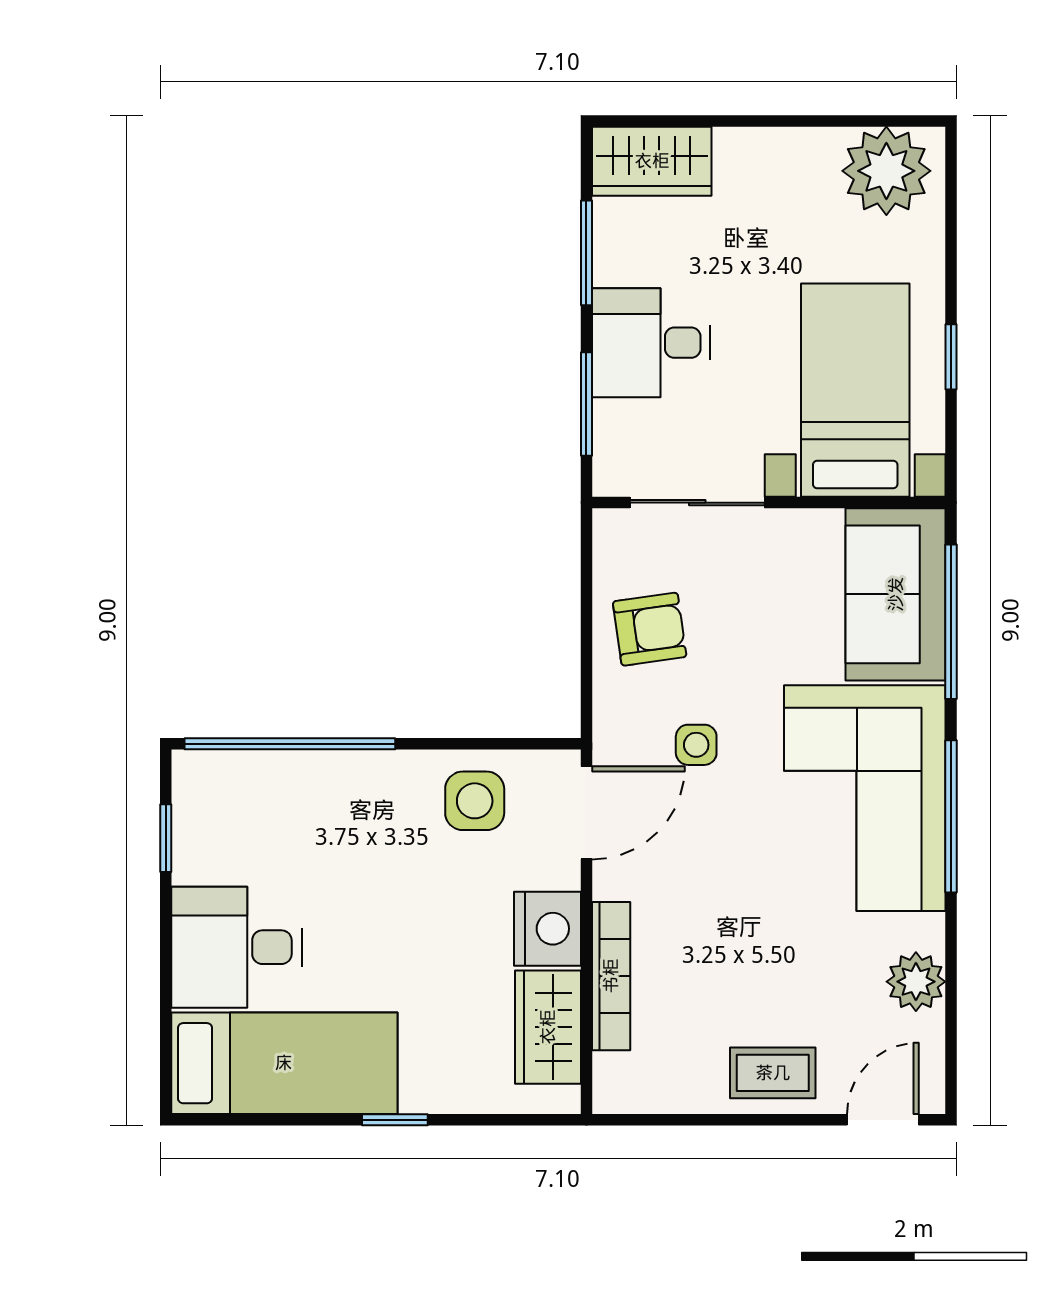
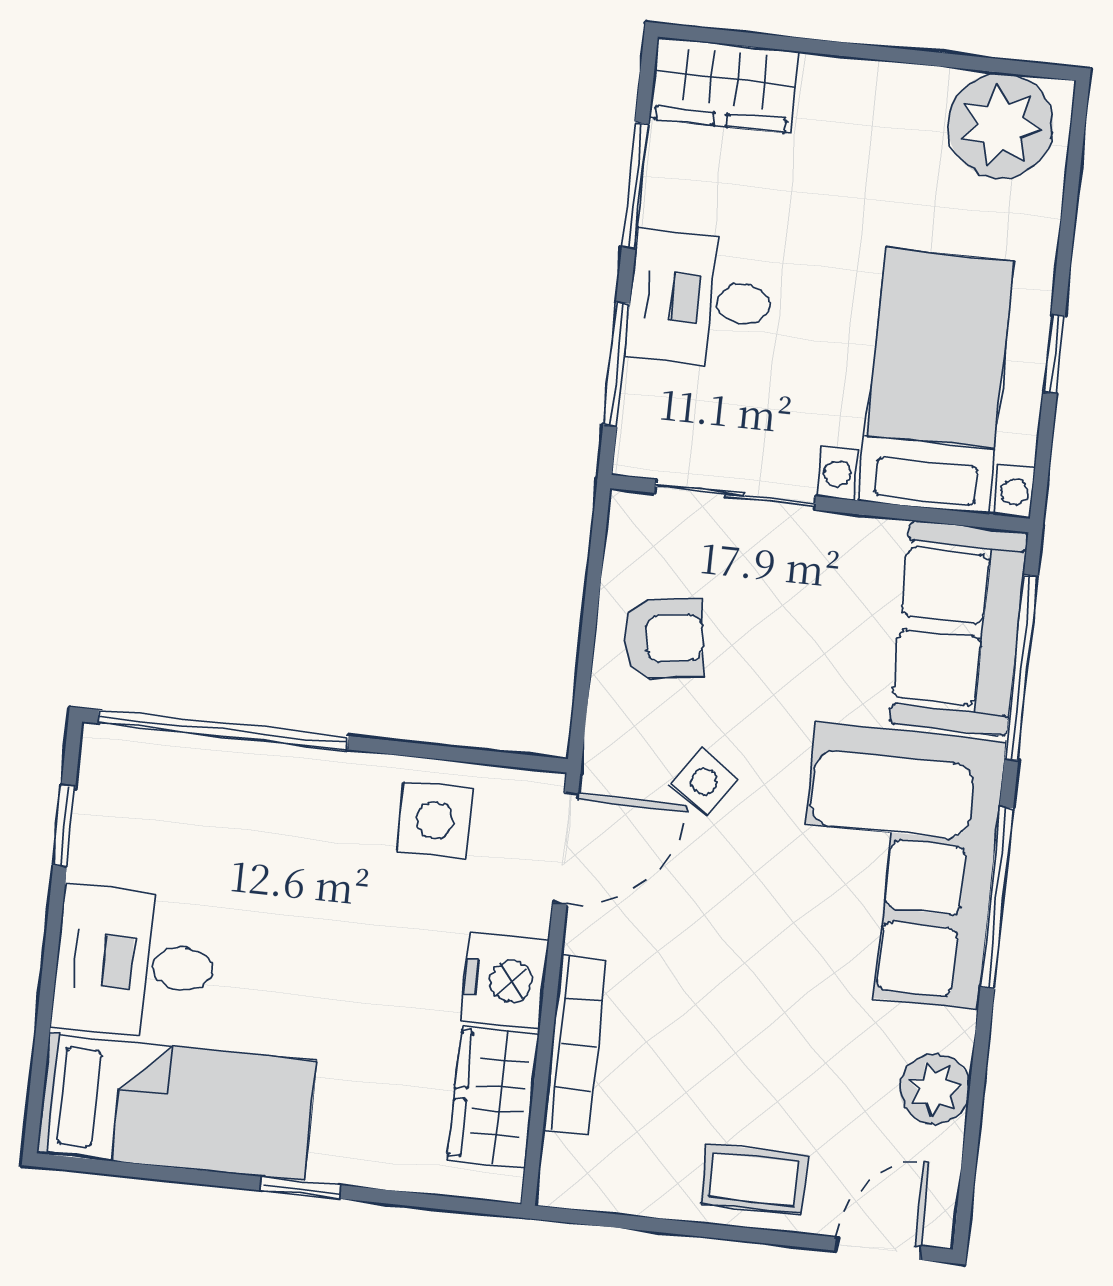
side table: (696, 745) -> (704, 781), turned 34

